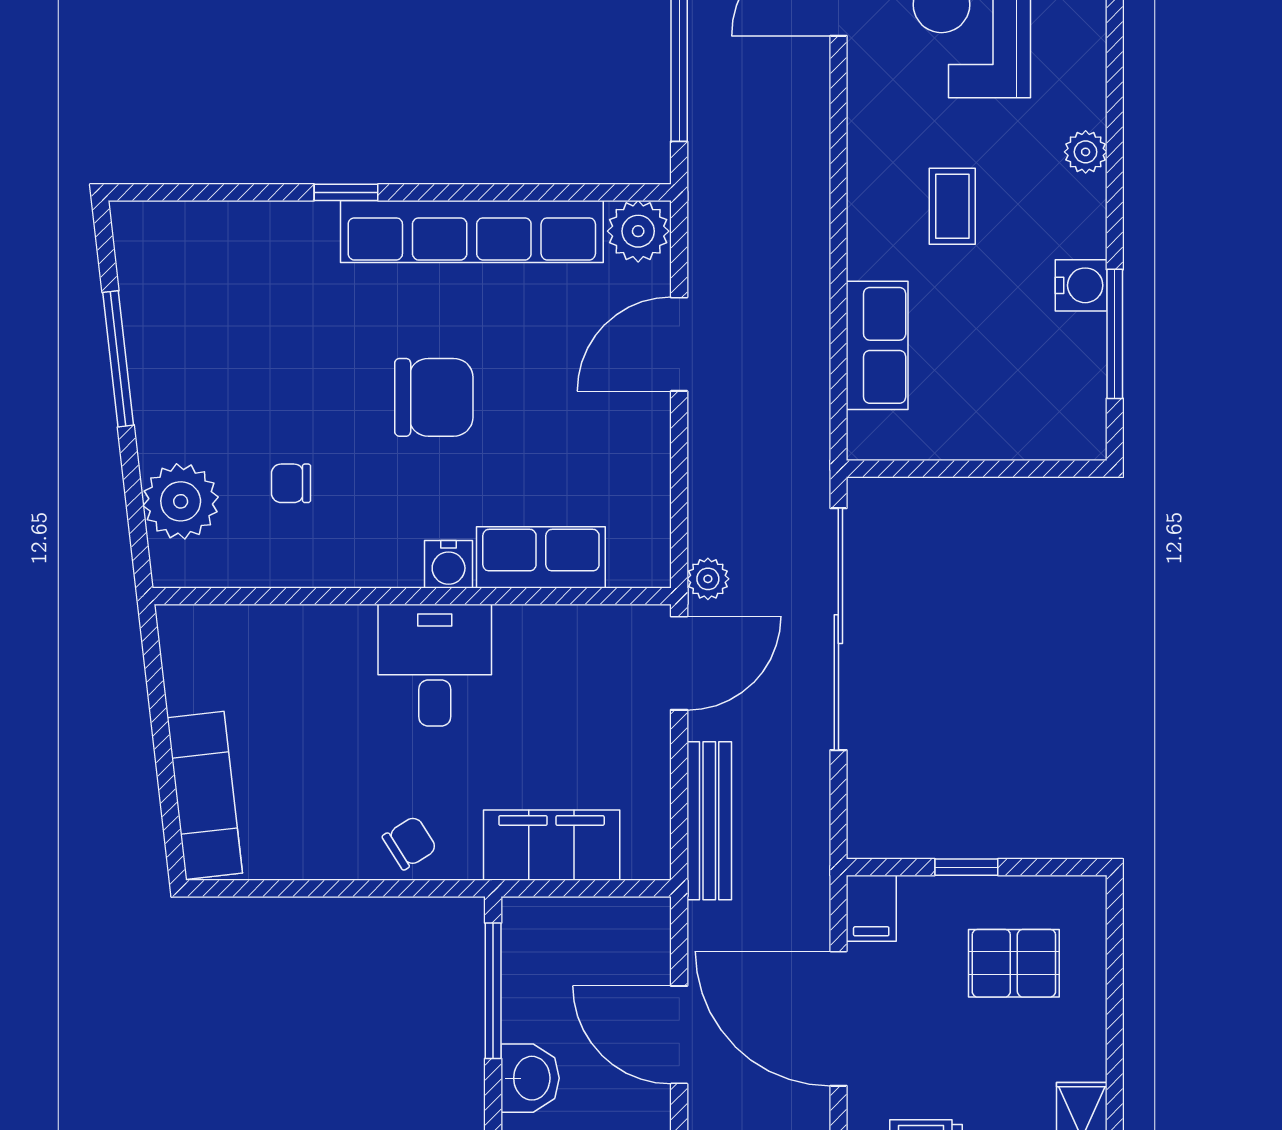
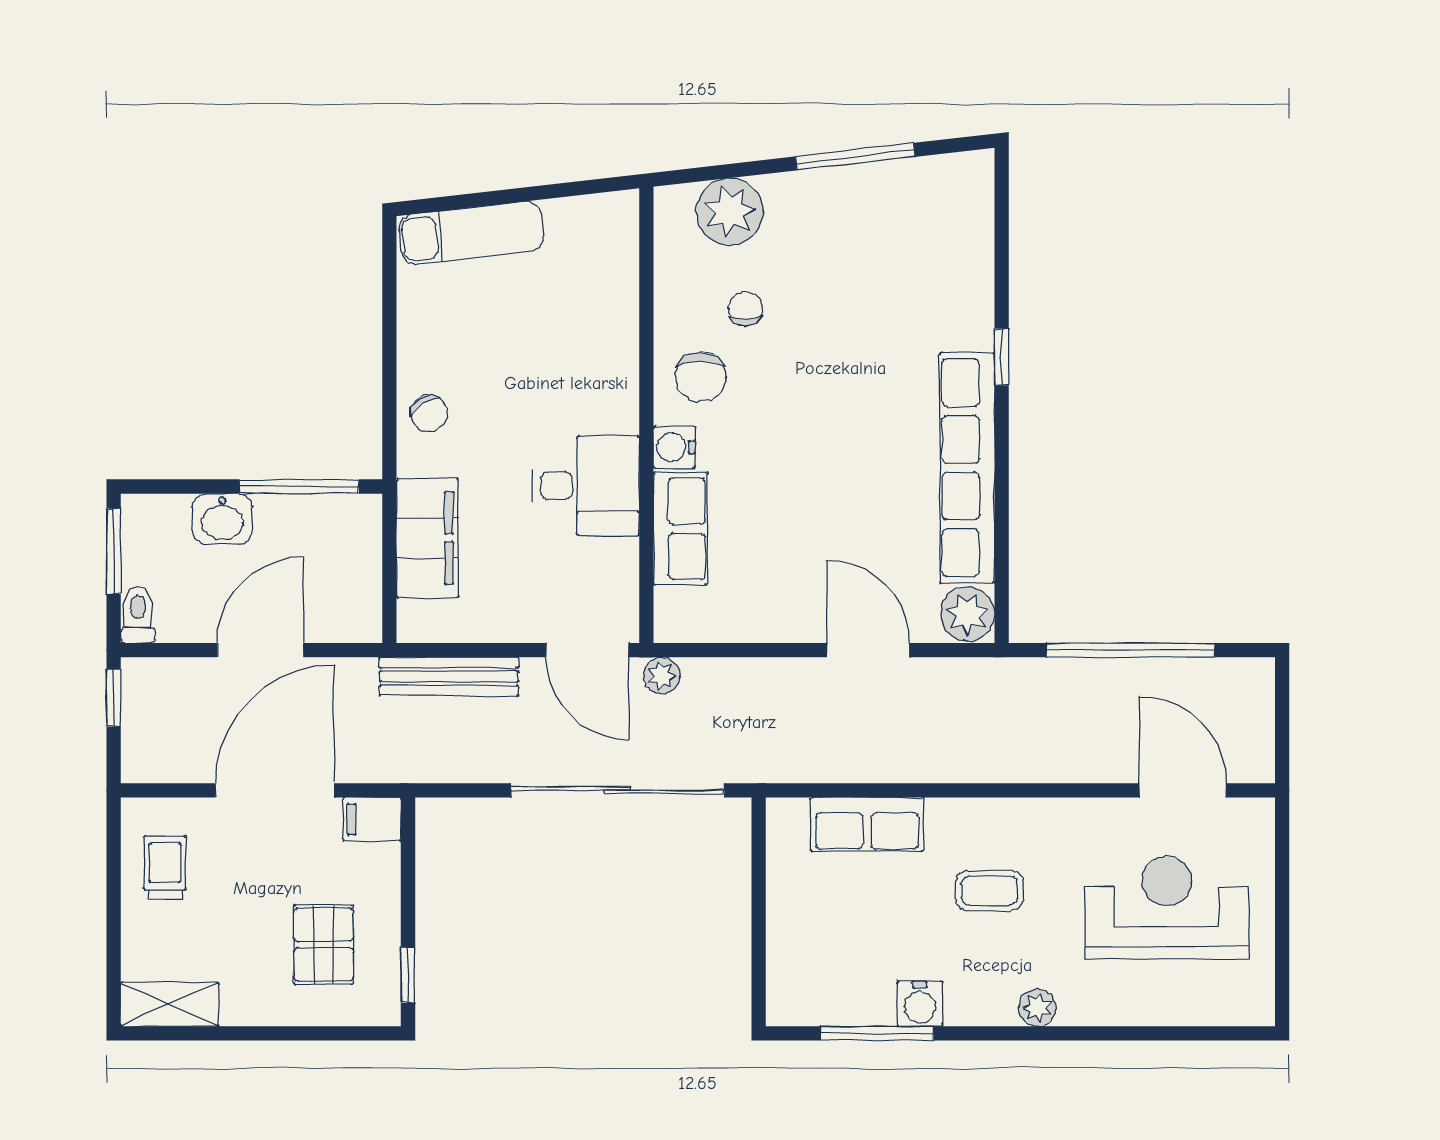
chair: (434, 397) -> (701, 377), moved, width x0.73, depth x0.73
desk: (435, 665) -> (586, 485), moved
window: (966, 867) -> (408, 975), moved

